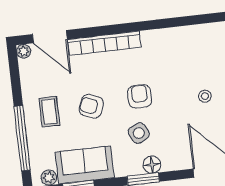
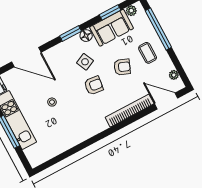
plant: (24, 51) -> (174, 75), moved
armchair: (140, 96) -> (94, 85), turned -83
floor lamp: (152, 165) -> (86, 36), moved

